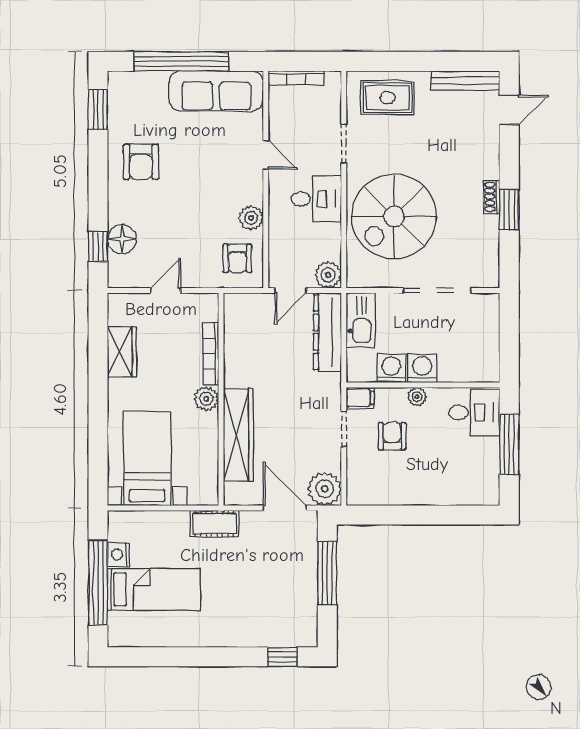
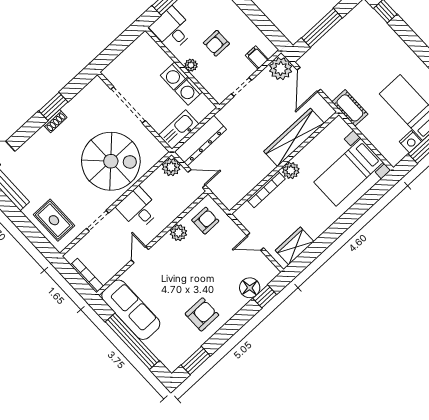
wardrobe: (122, 352) -> (295, 246), moved
filing cabinet: (360, 398) -> (257, 57), moved
armchair: (392, 436) -> (216, 43), moved

